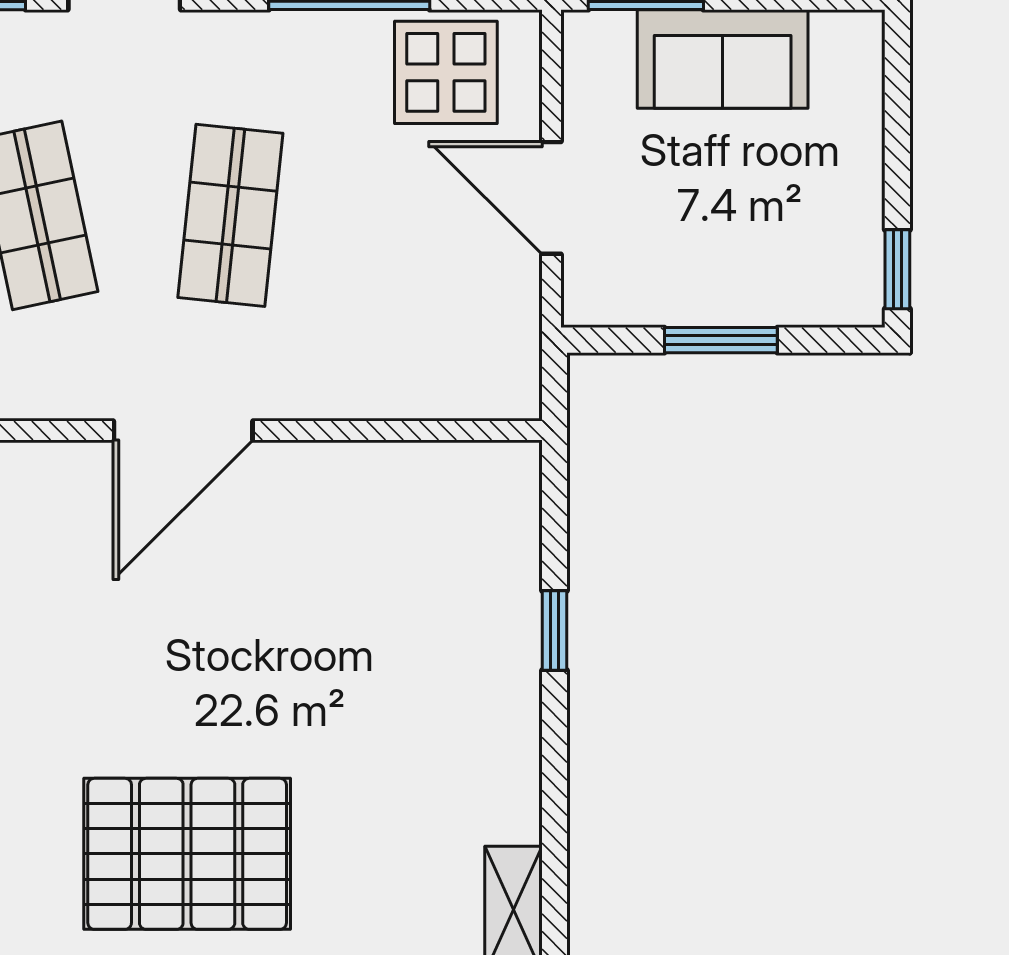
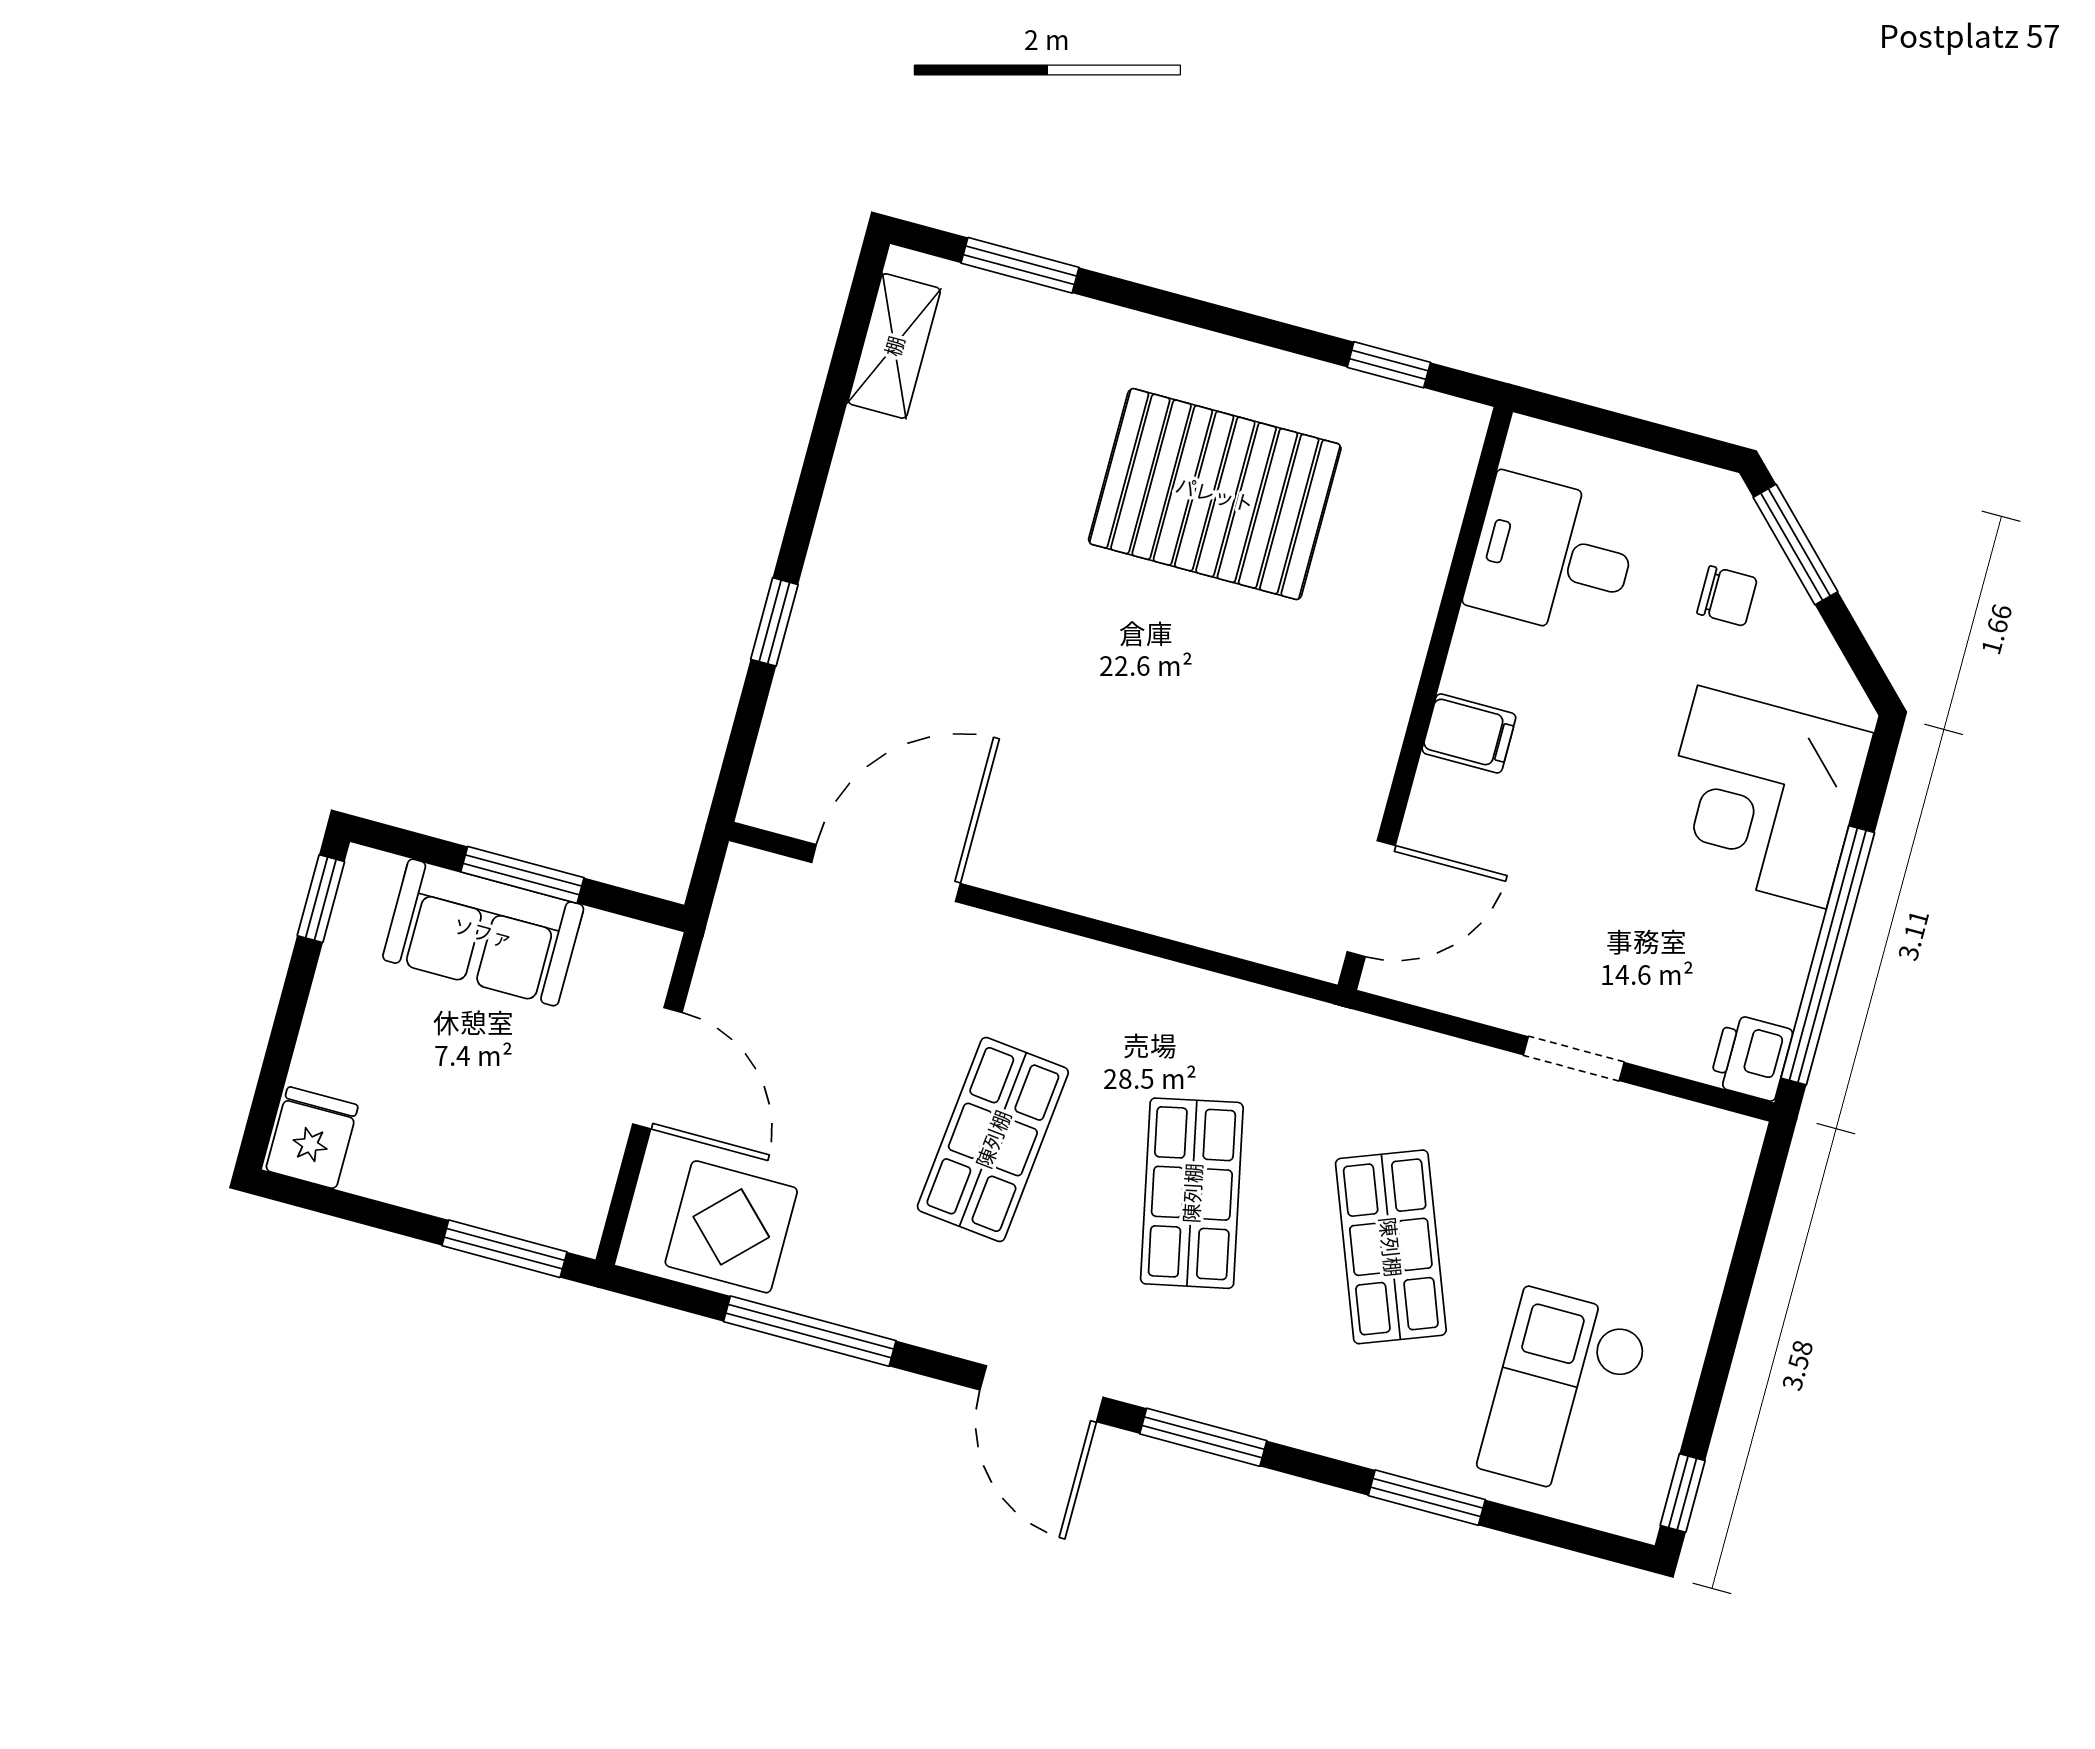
fridge: (847, 51) -> (312, 1138), added
sofa: (723, 59) -> (483, 932), moved, turned 180
door: (183, 430) -> (886, 873), moved

